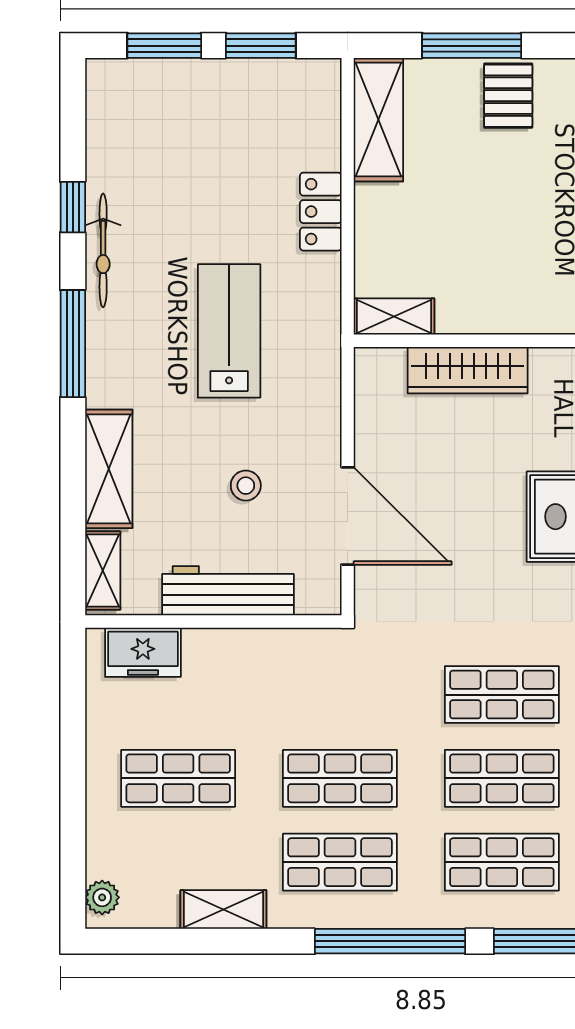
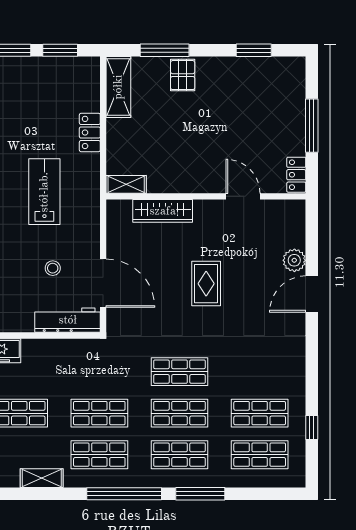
workbench: (228, 591) -> (68, 320), moved

